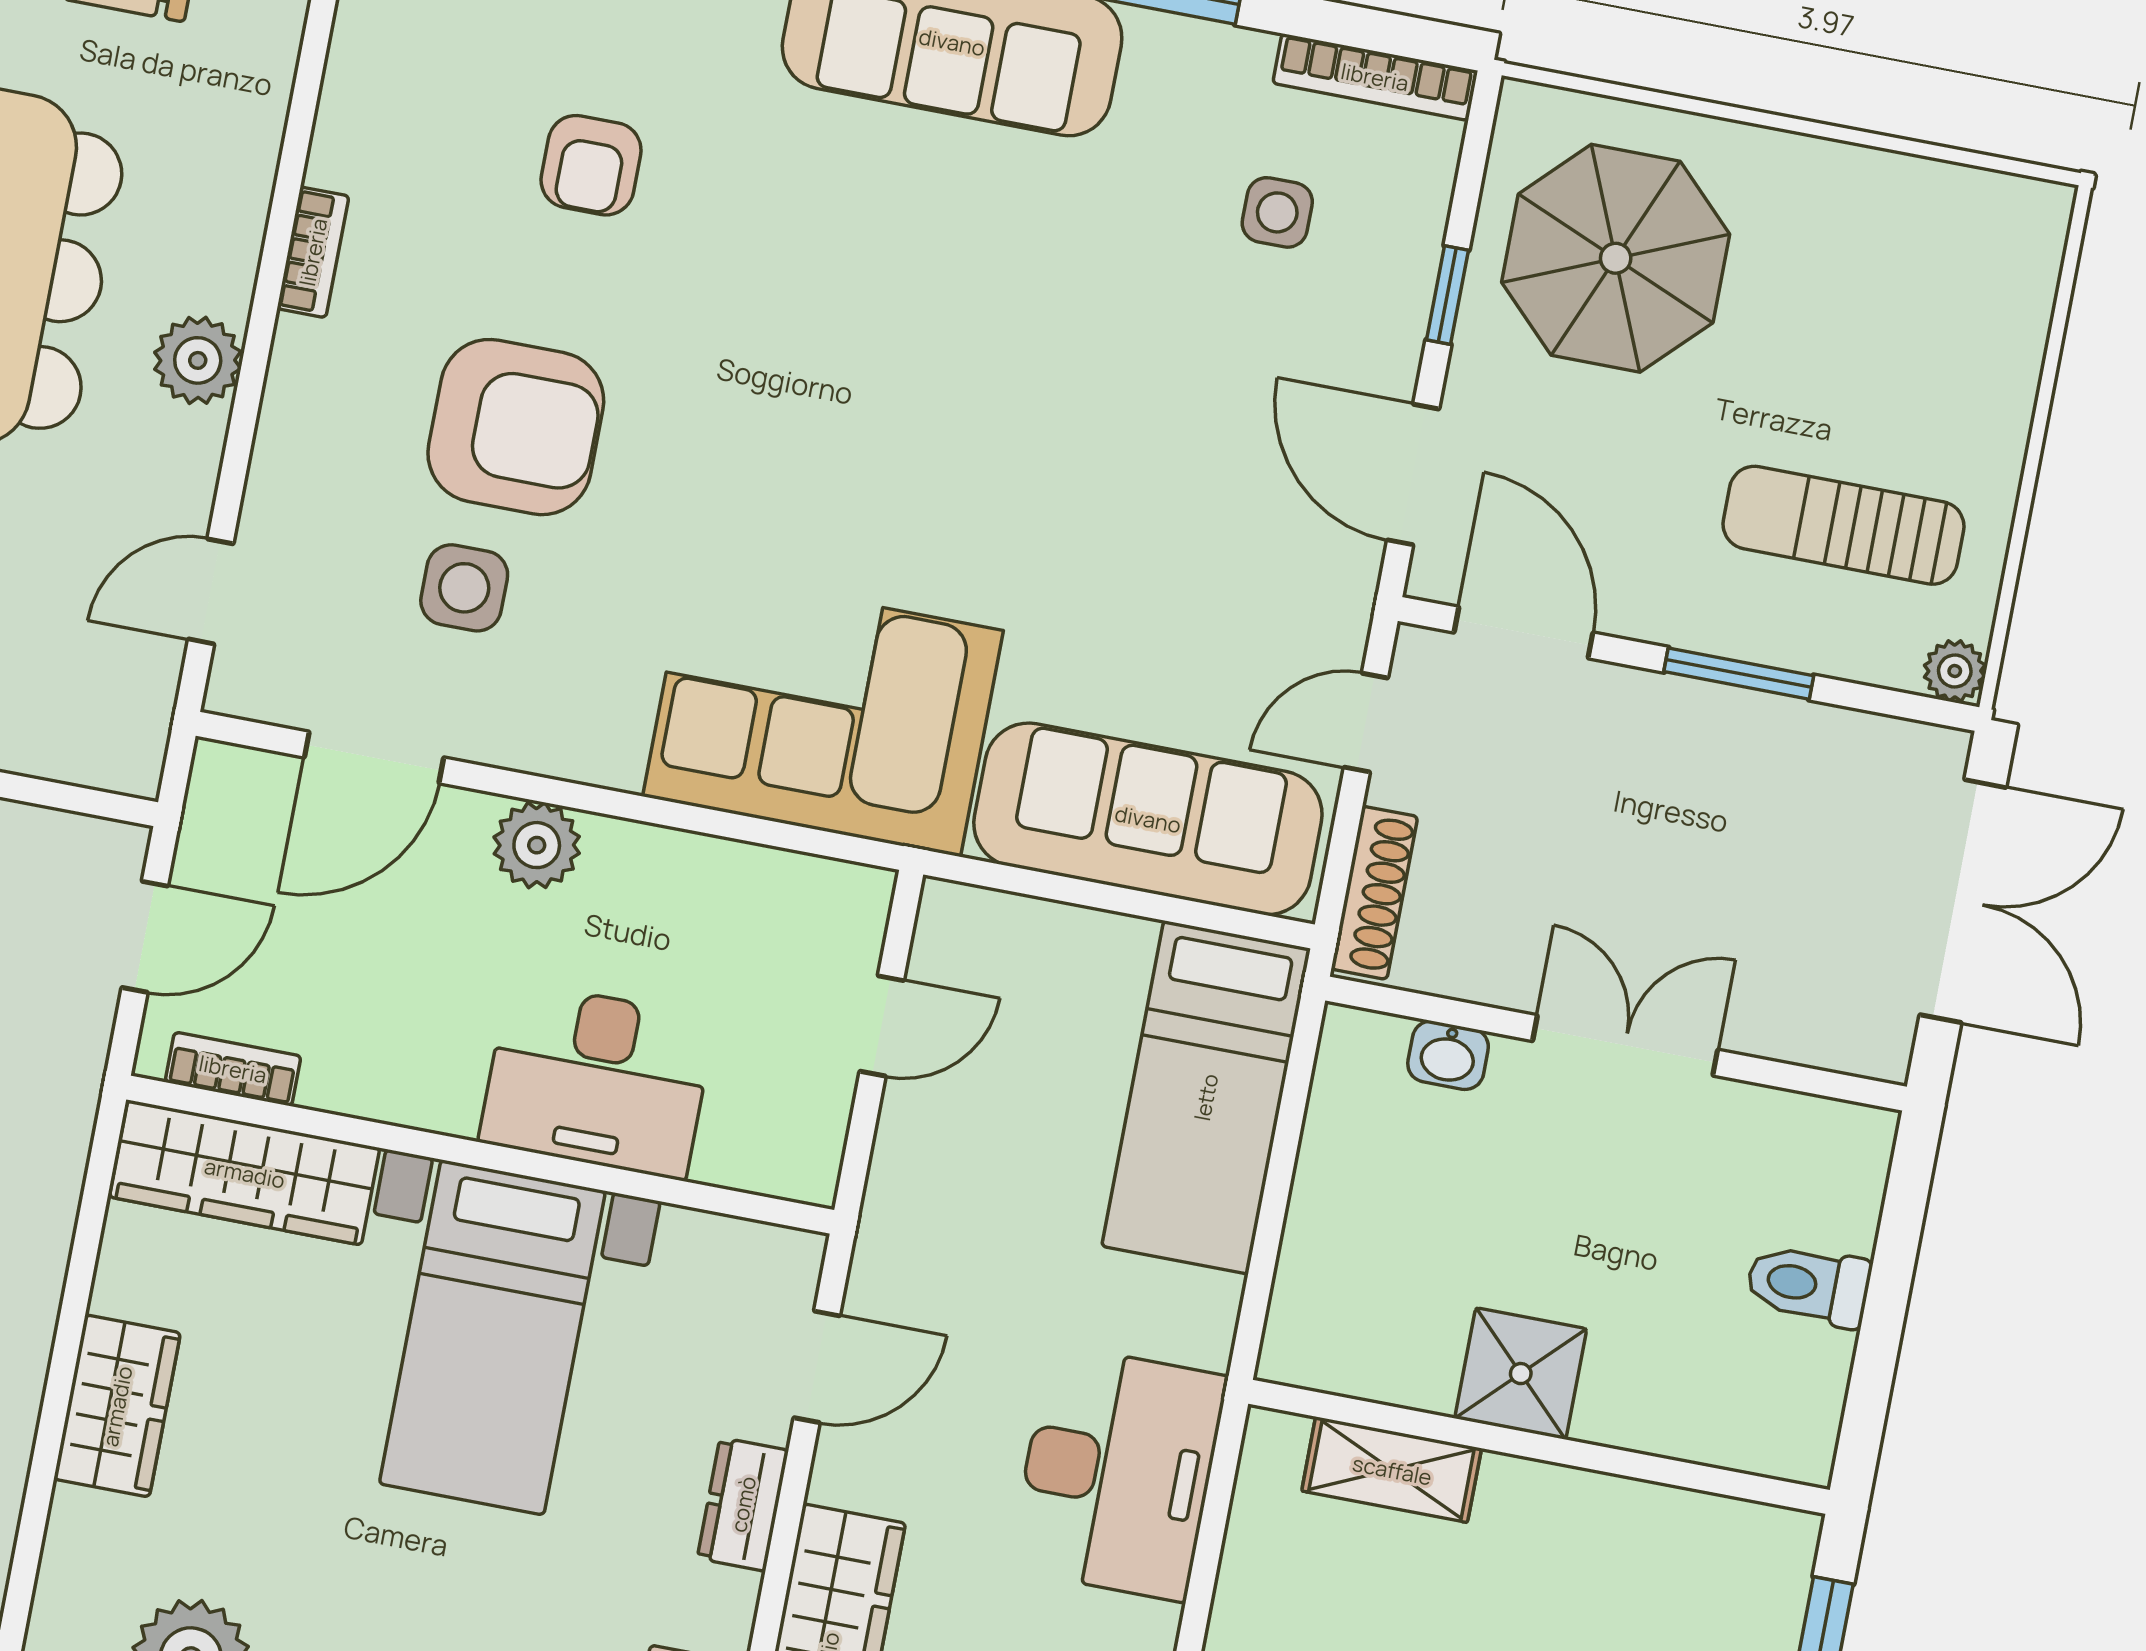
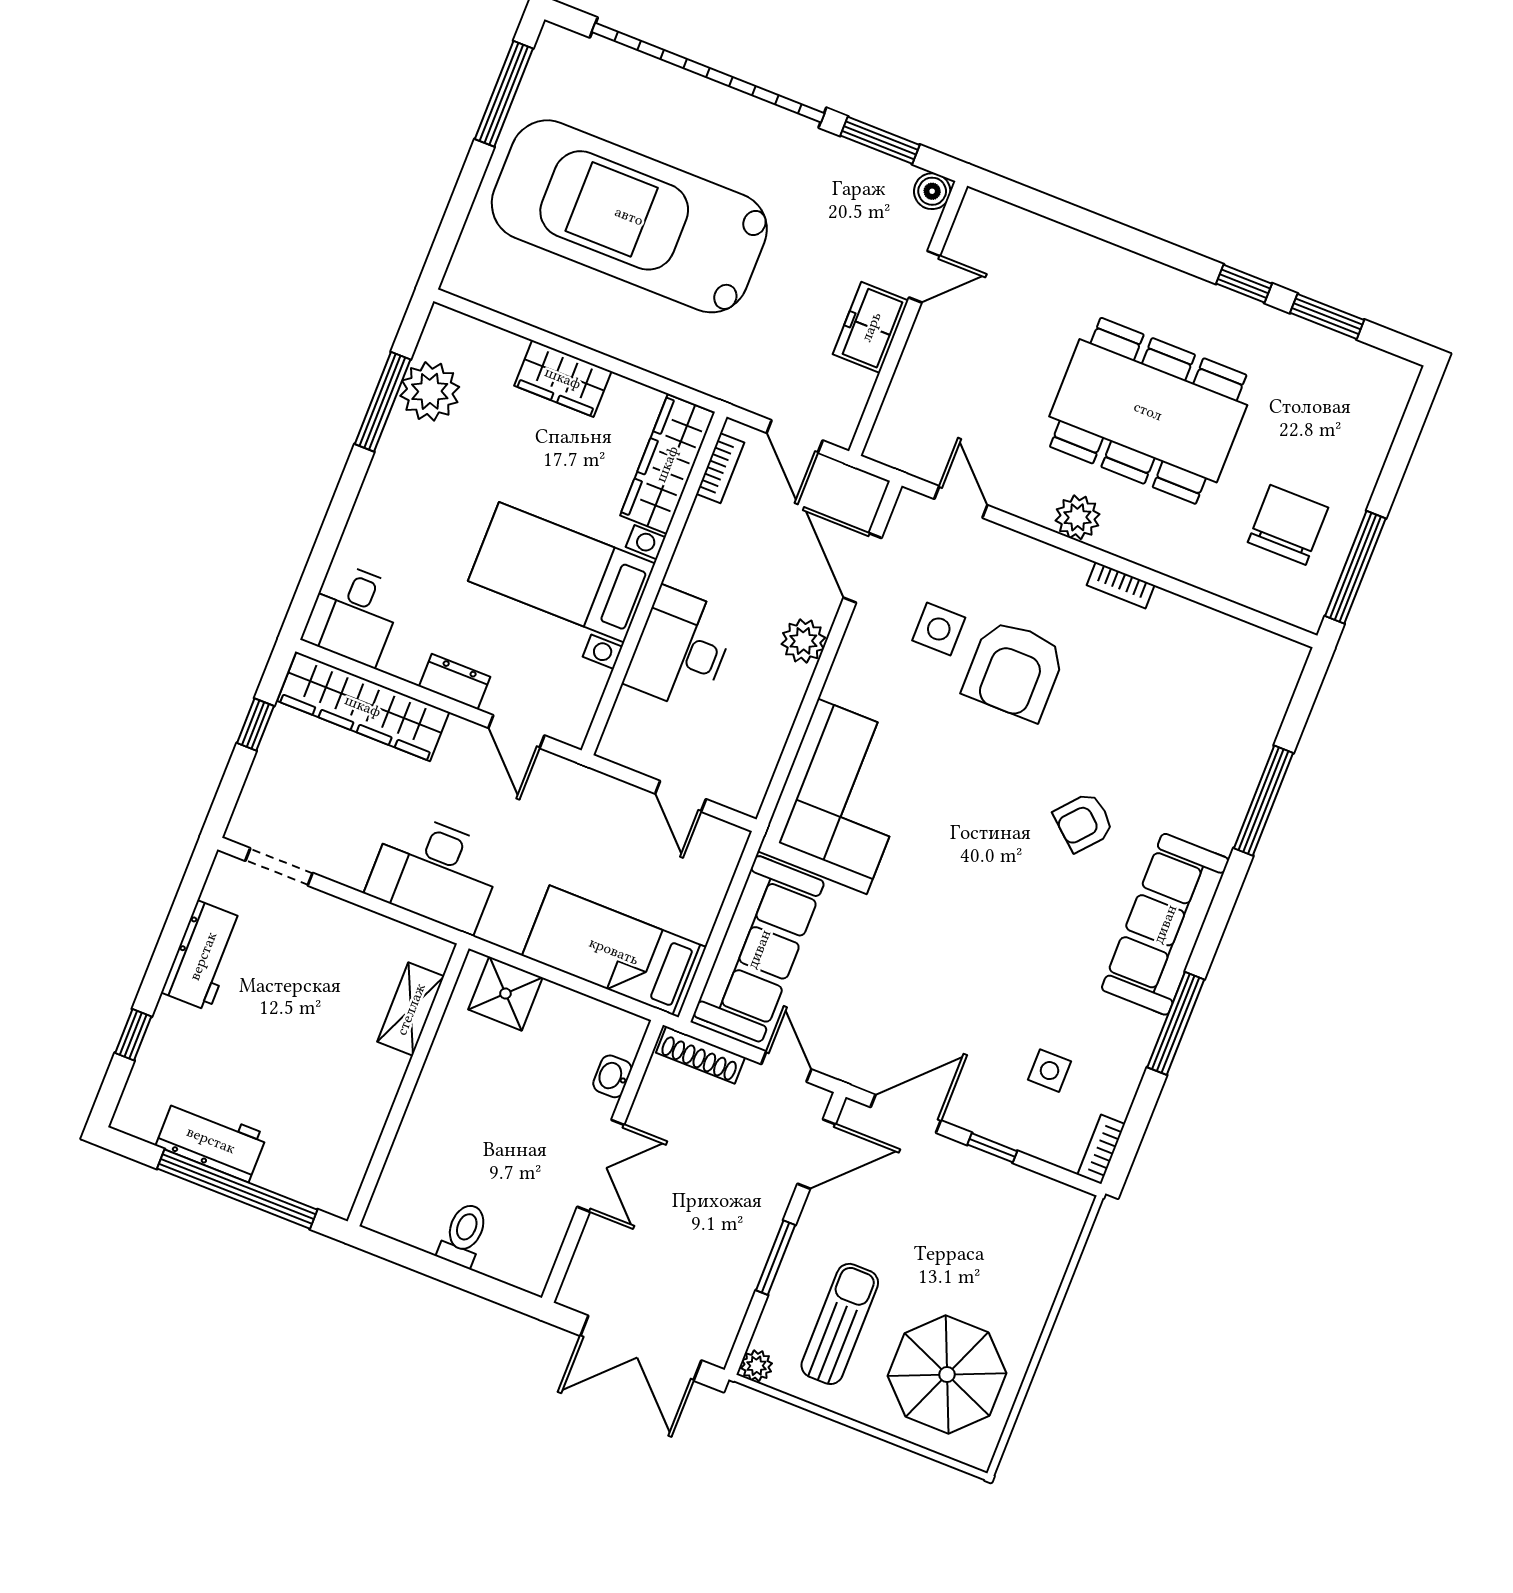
bookcase: (1375, 77) -> (1101, 1149), width x0.64
armchair: (591, 165) -> (1084, 822), moved, turned -49
parasol: (1616, 258) -> (947, 1374), moved
shower: (1521, 1374) -> (505, 994), moved

